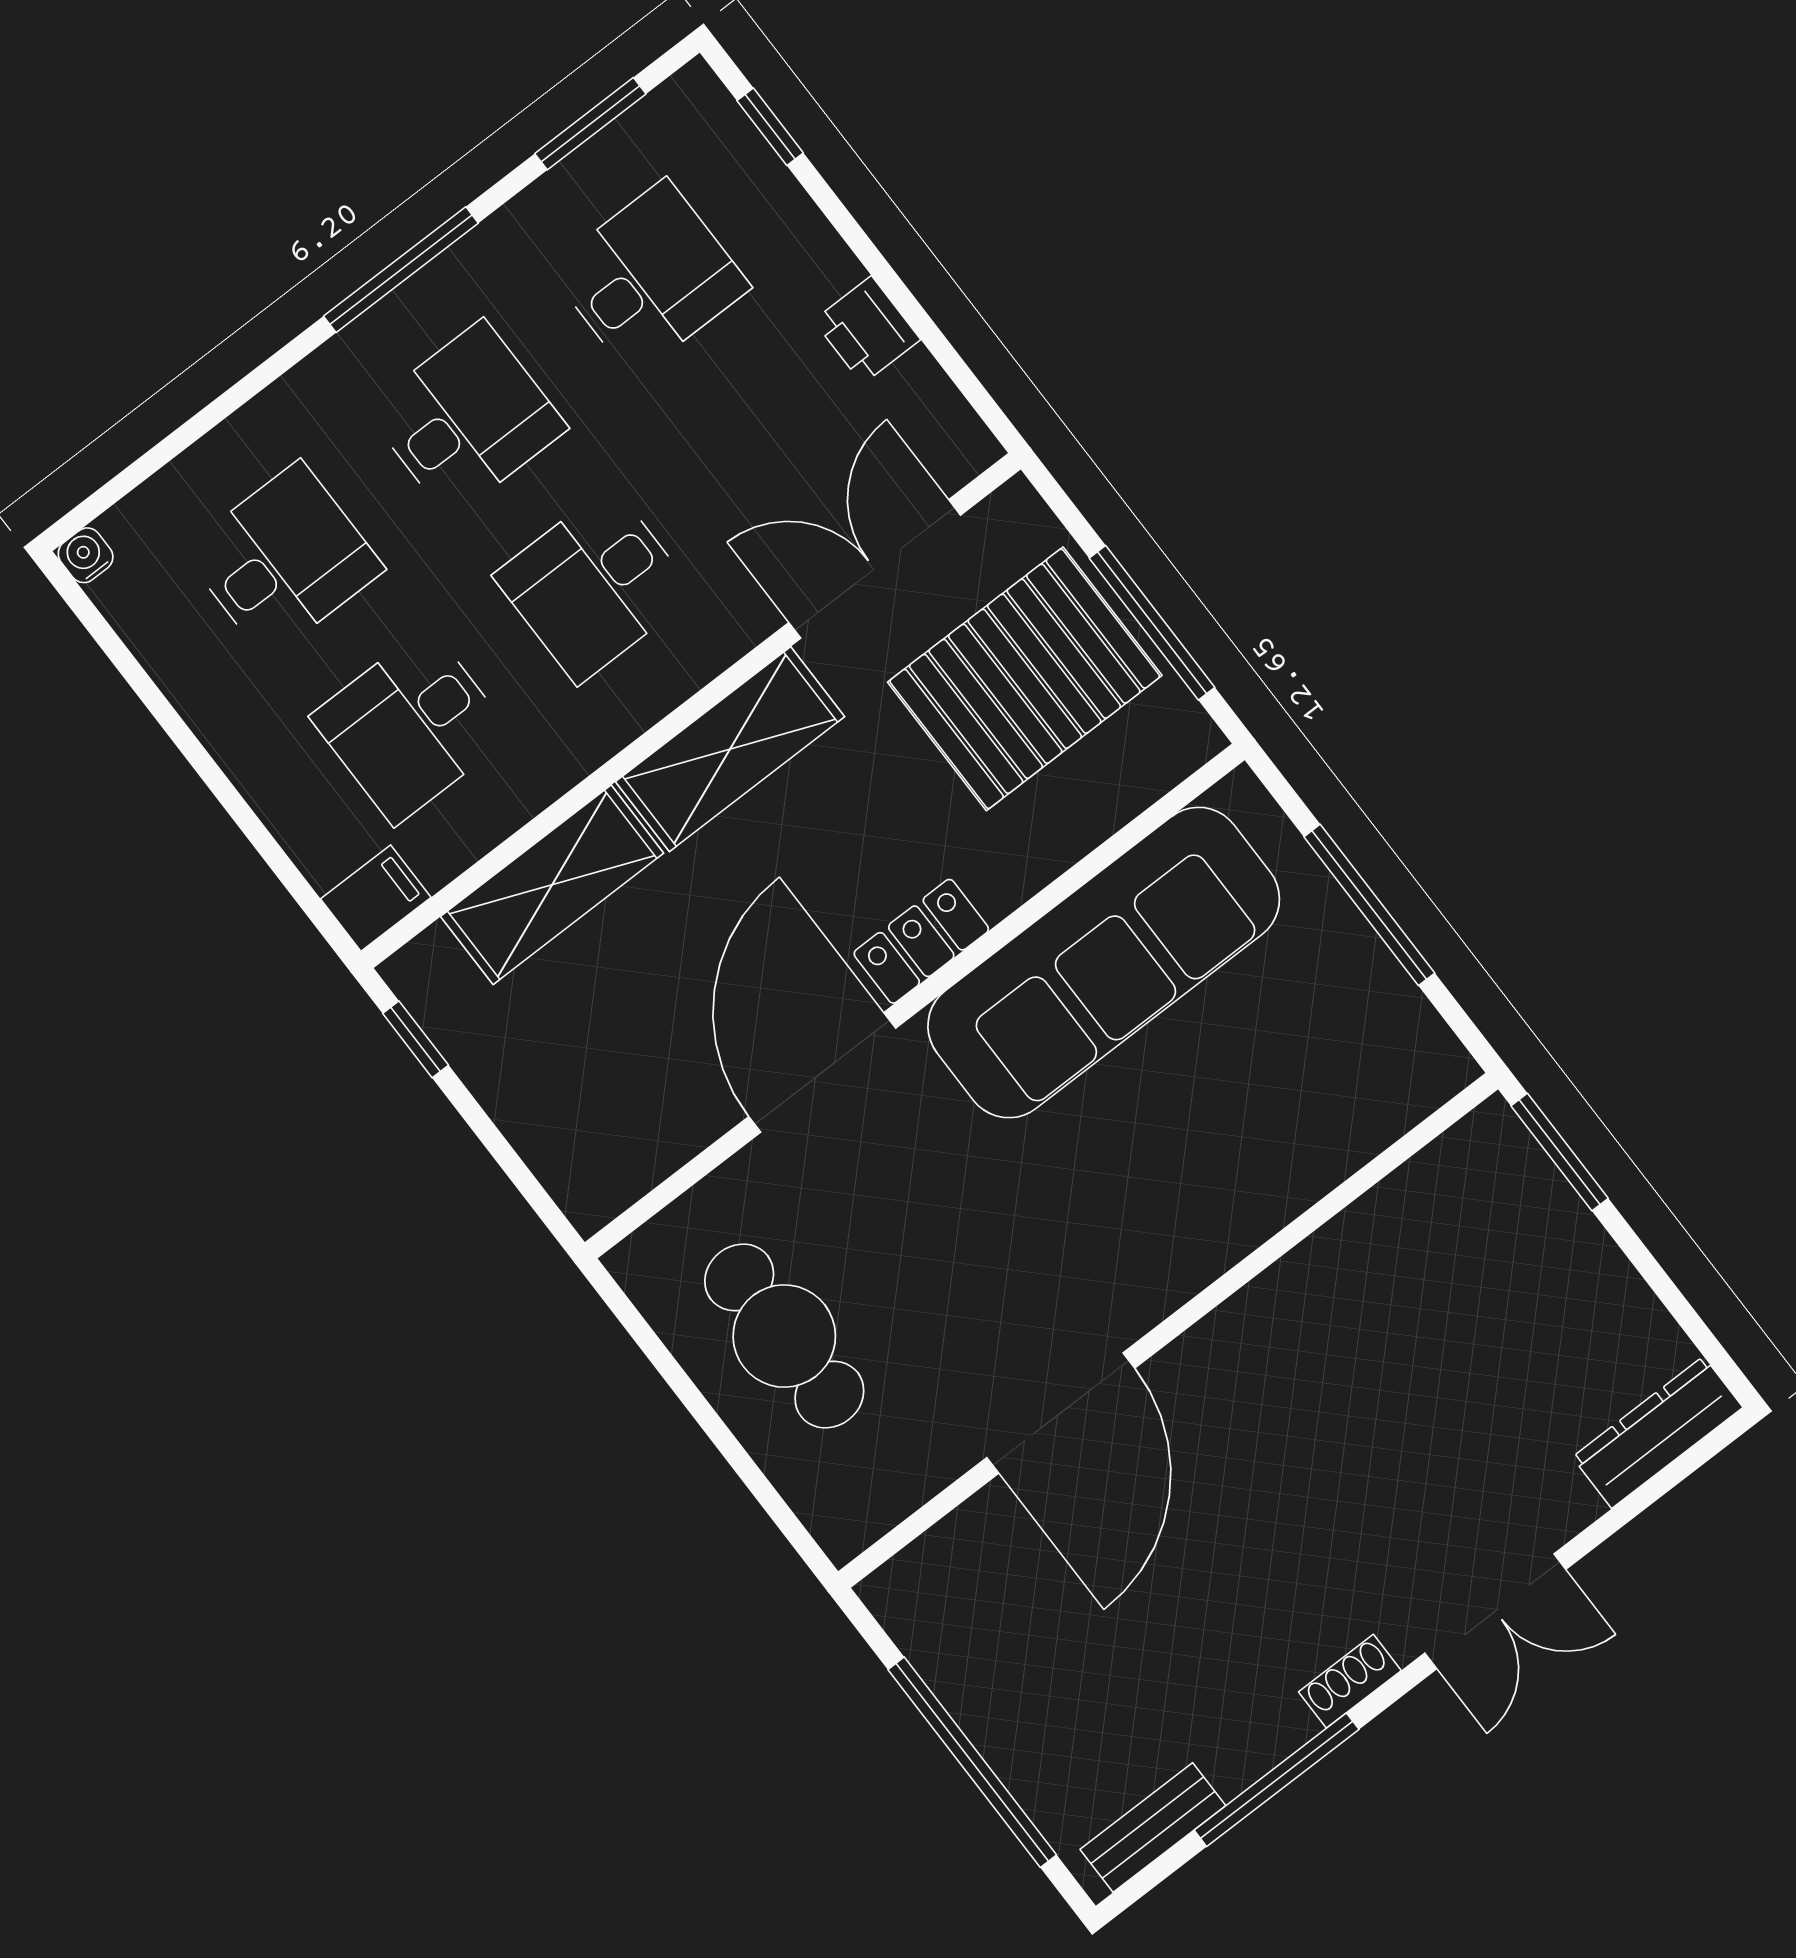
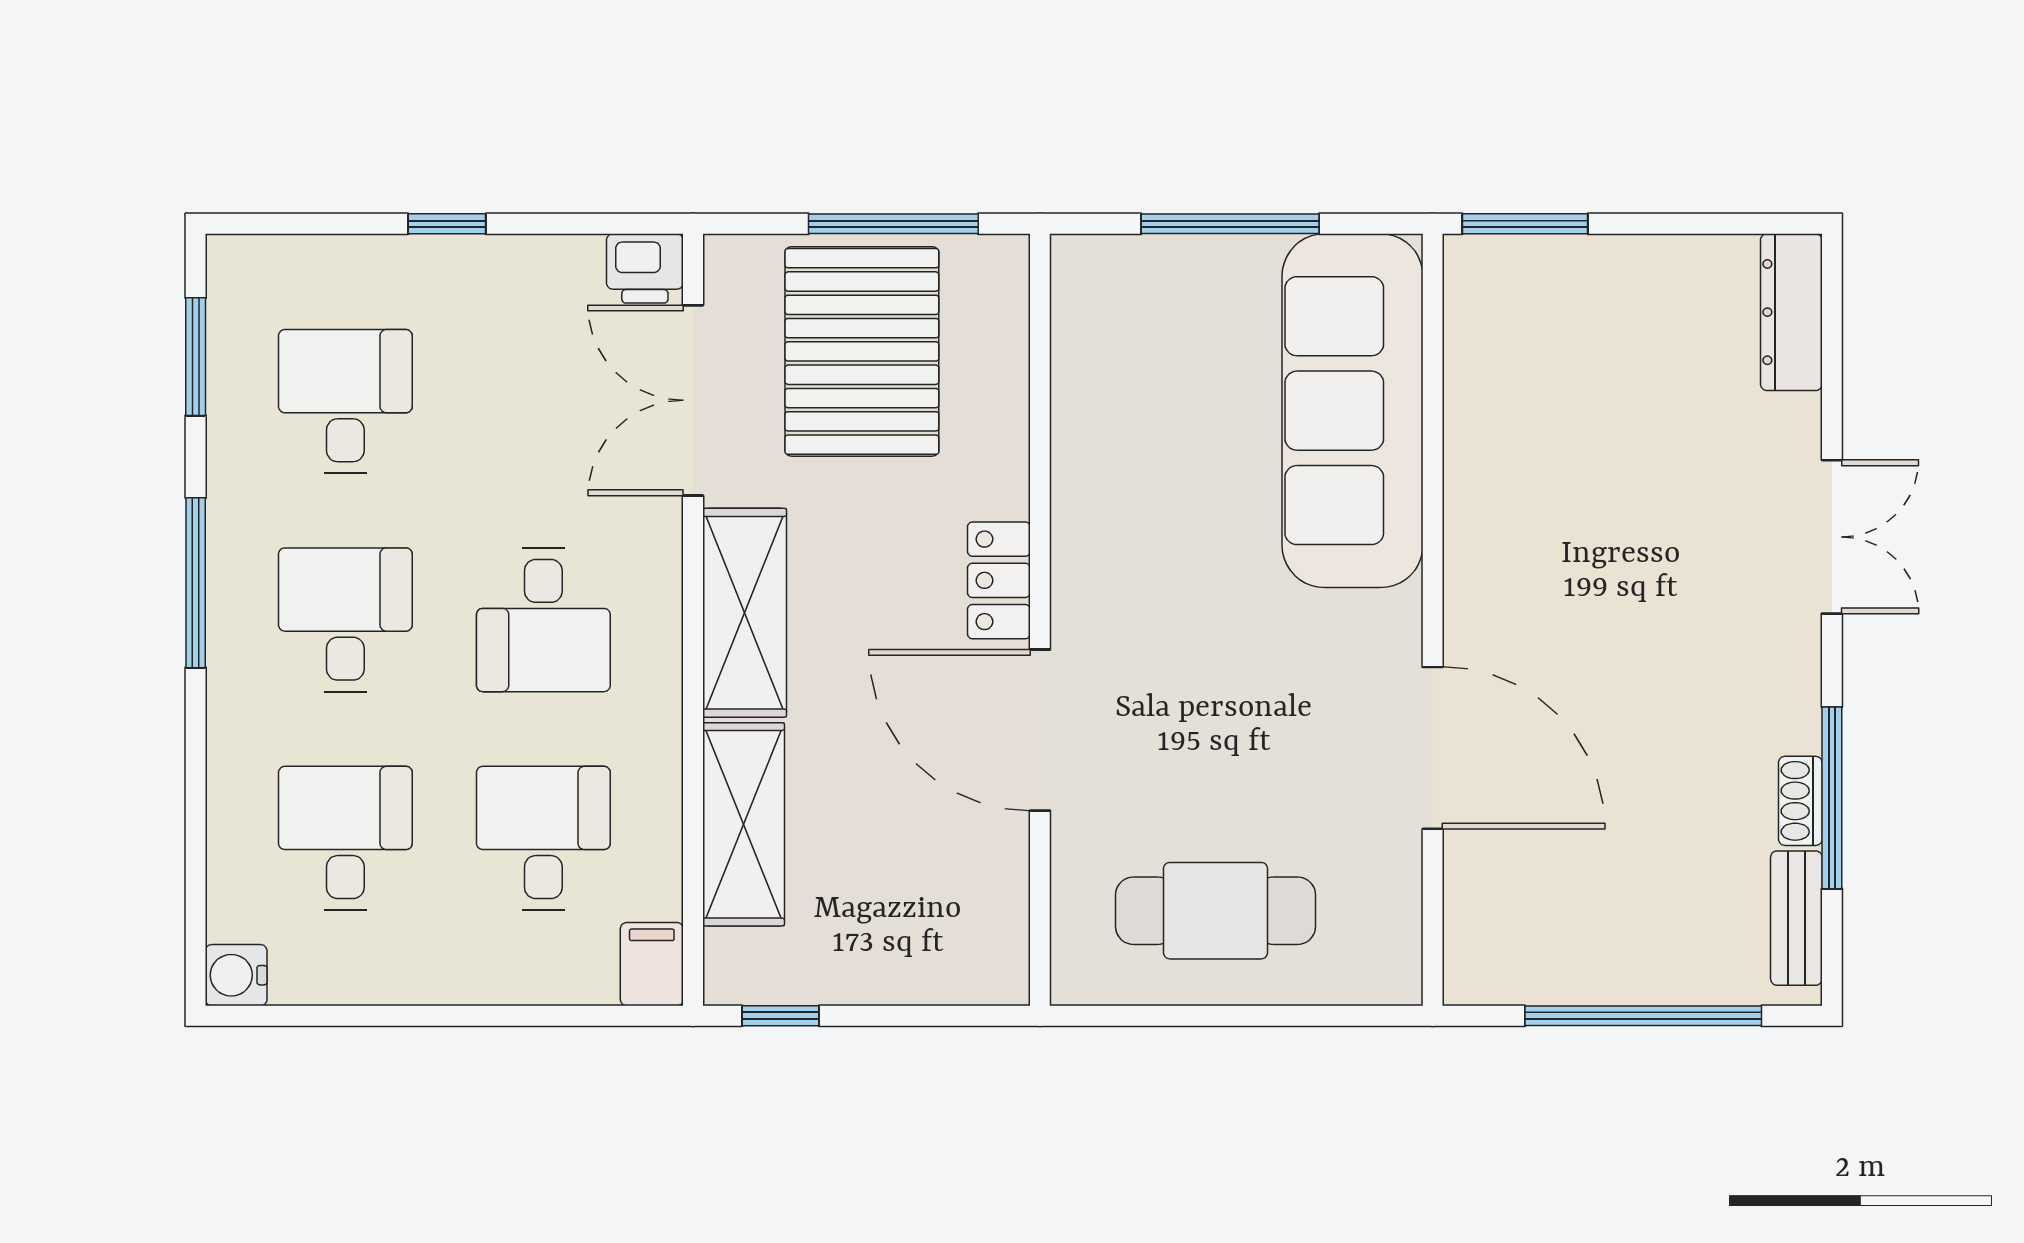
window: (770, 127) -> (447, 224), moved
printer: (867, 330) -> (645, 268), moved
water cooler: (86, 555) -> (236, 975), width x1.38, depth x1.38
desk: (411, 726) -> (543, 838), turned 180
sofa: (1104, 963) -> (1353, 411), moved, turned 180
shoe rack: (1350, 1681) -> (1800, 801), moved

